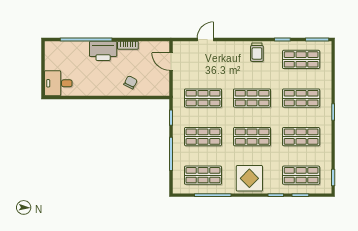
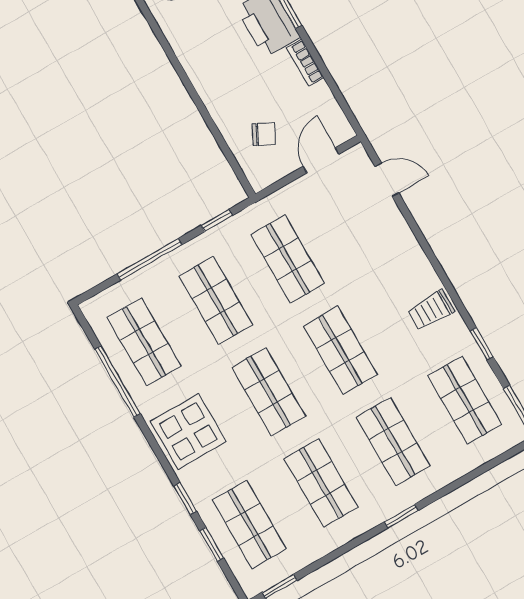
door: (205, 40) -> (387, 180), moved
chair: (130, 82) -> (264, 134), moved

